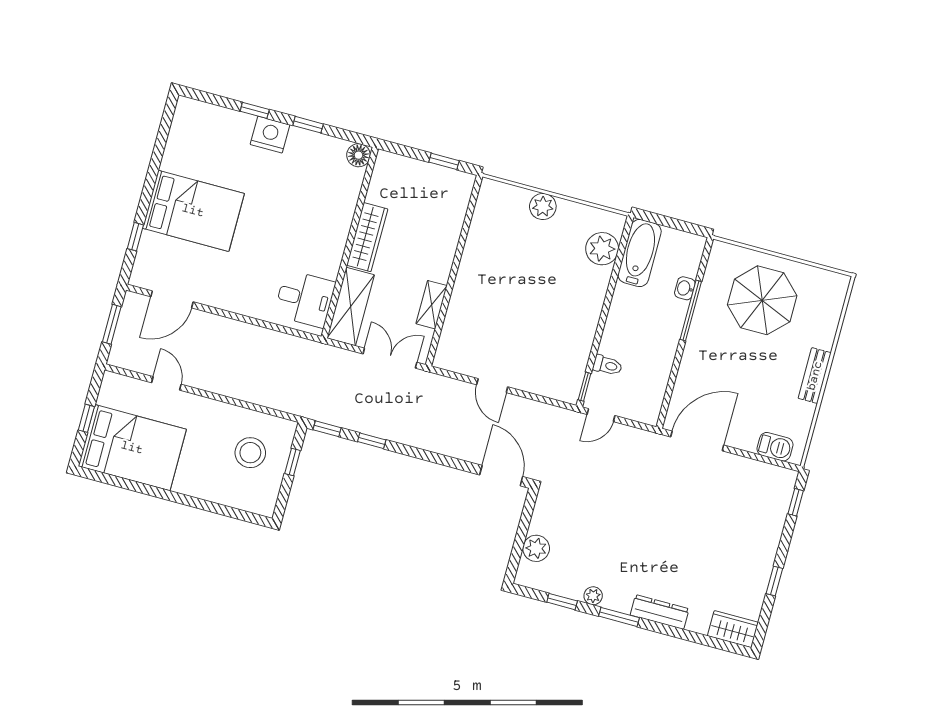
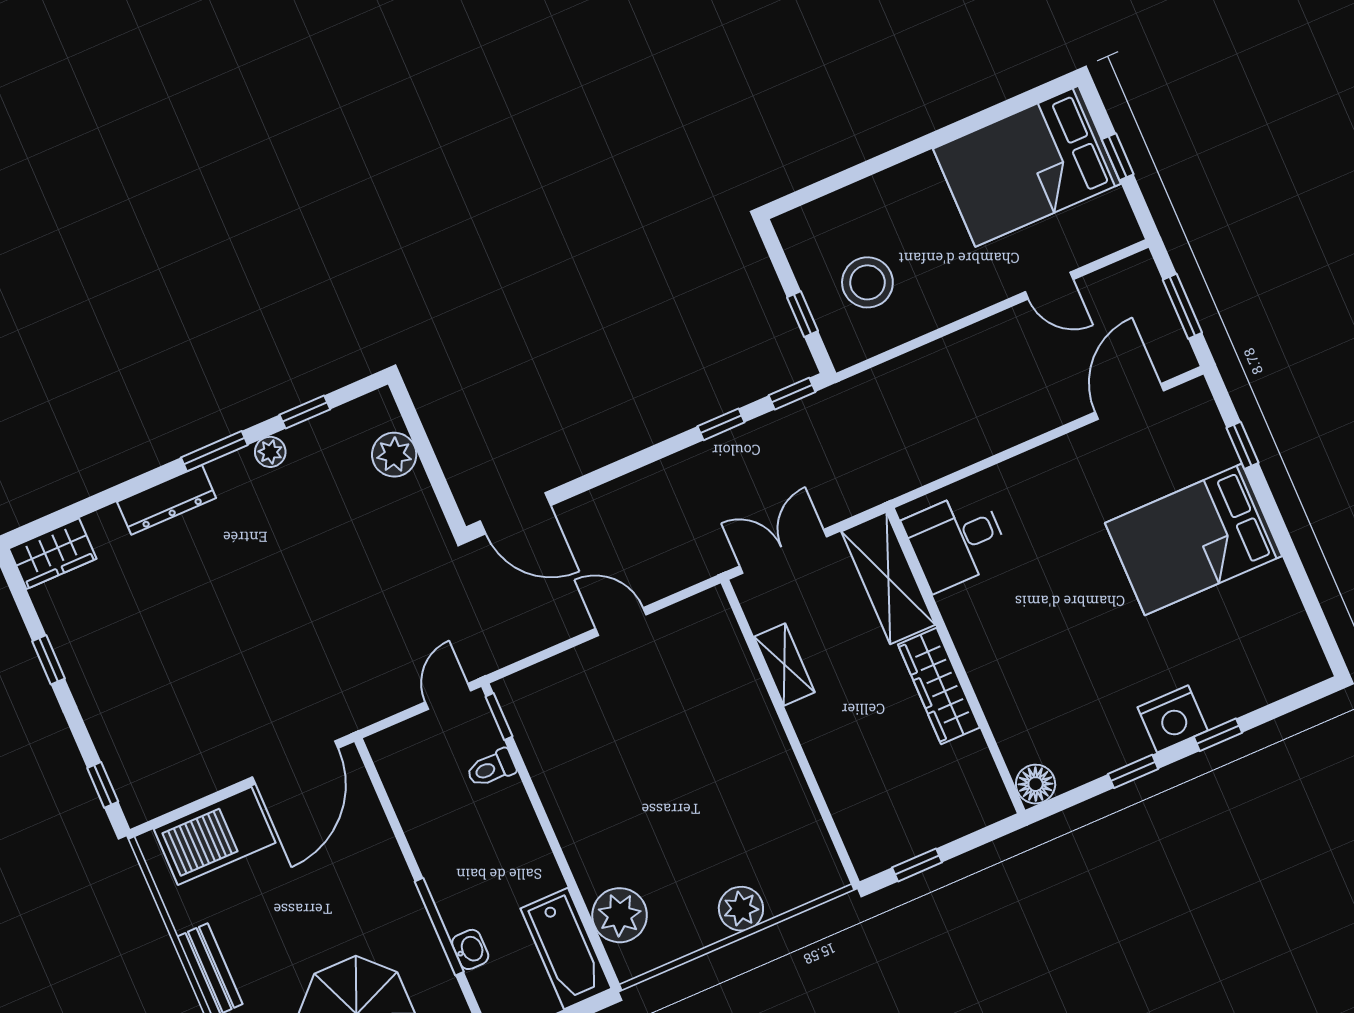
double door: (390, 358) -> (783, 551), swing flipped
barbecue: (775, 447) -> (215, 836), width x1.88, depth x1.53

